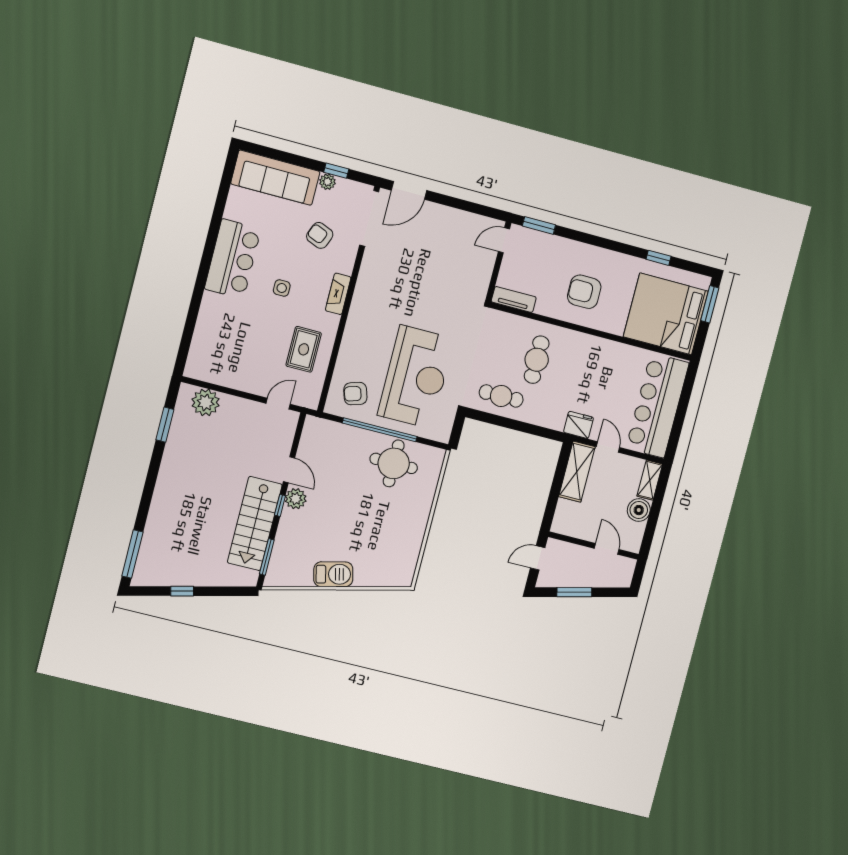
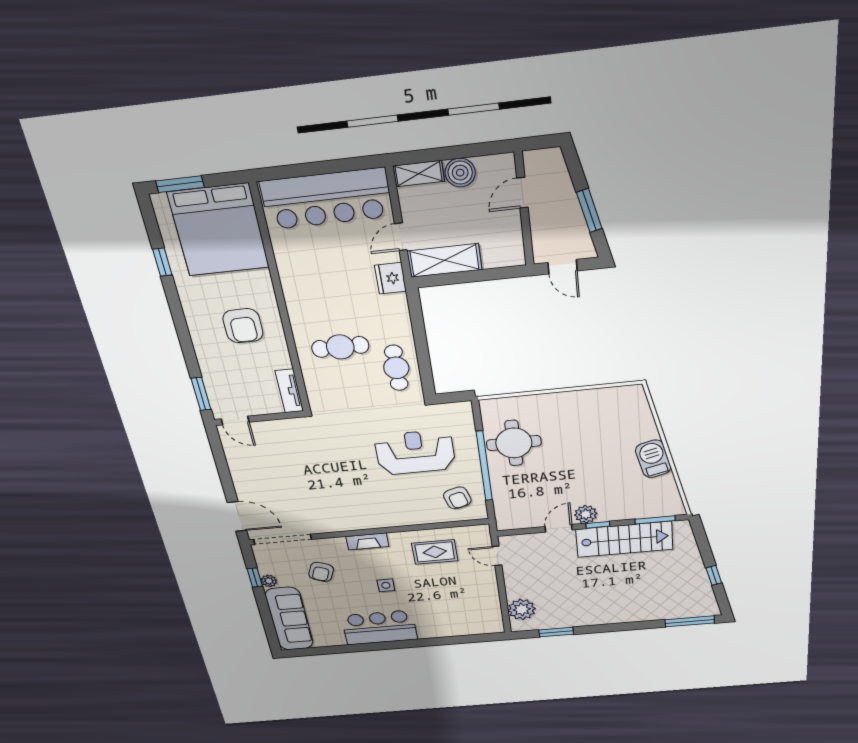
reception desk: (416, 377) -> (415, 452), width x0.74, depth x0.77

